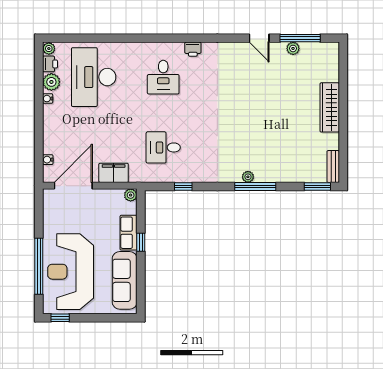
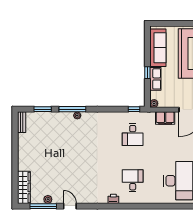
wardrobe: (330, 107) -> (24, 187), moved
desk: (163, 147) -> (133, 135), turned 90
window: (183, 186) -> (134, 109), moved
window: (317, 186) -> (43, 109), moved

